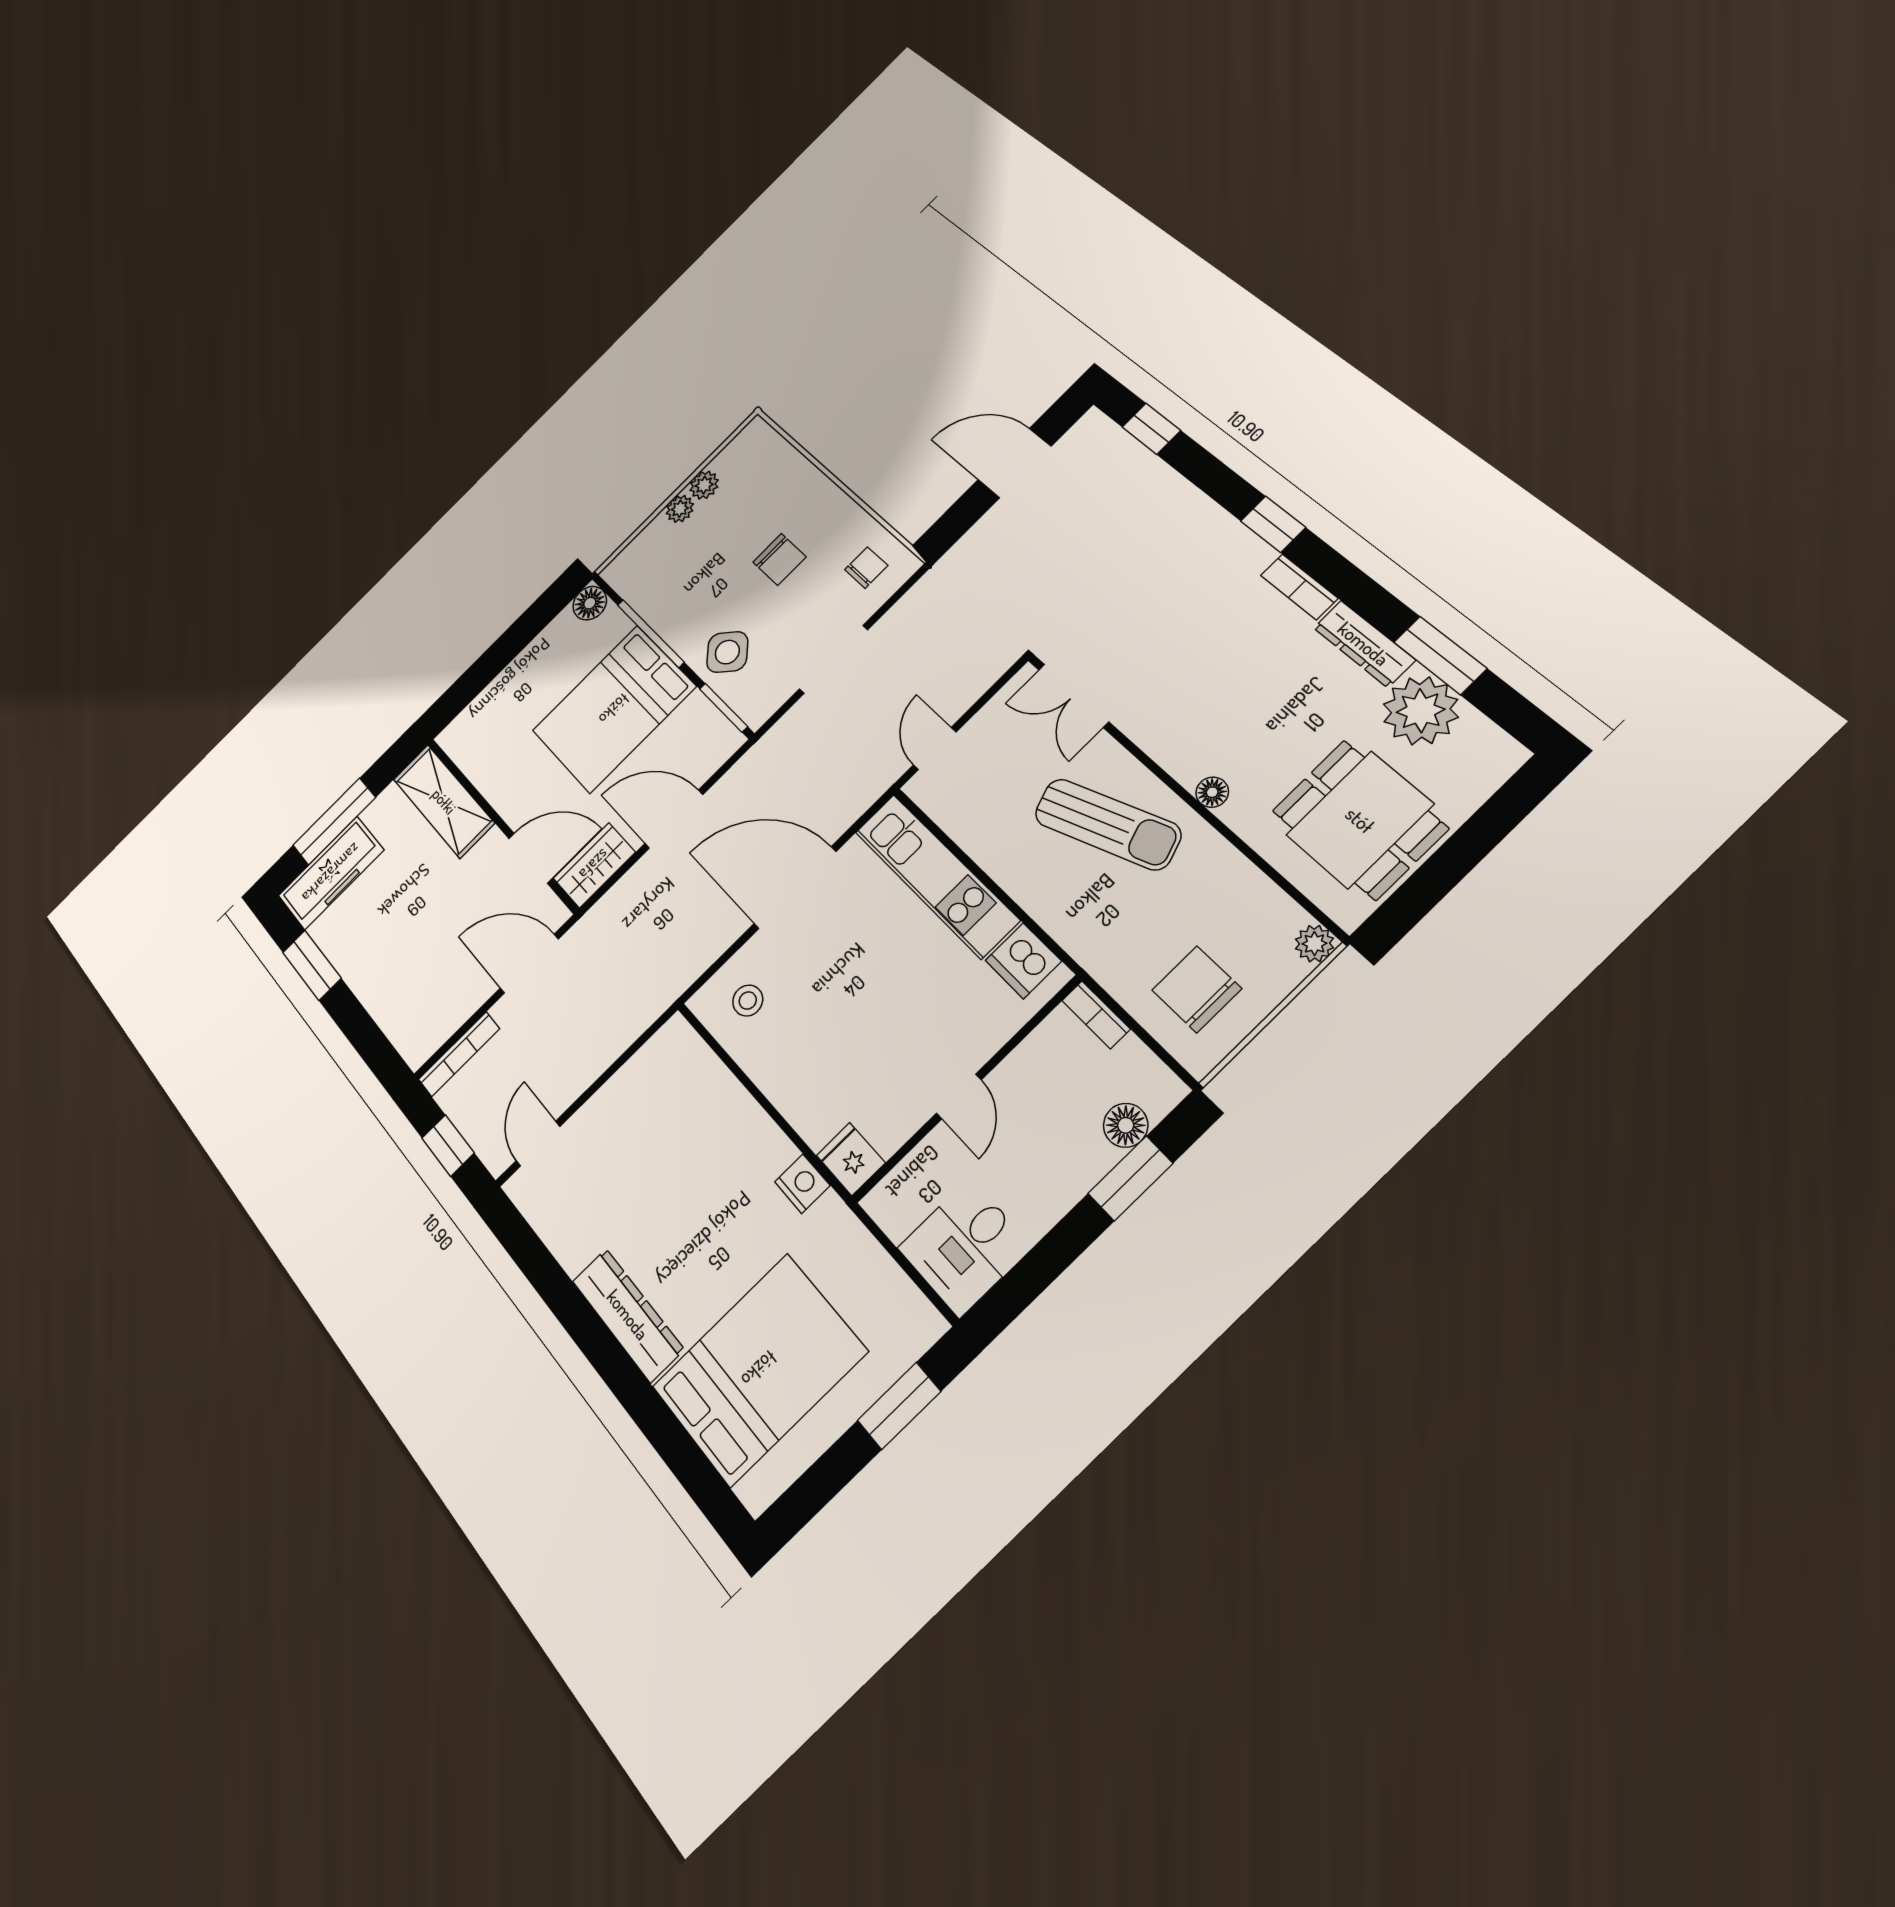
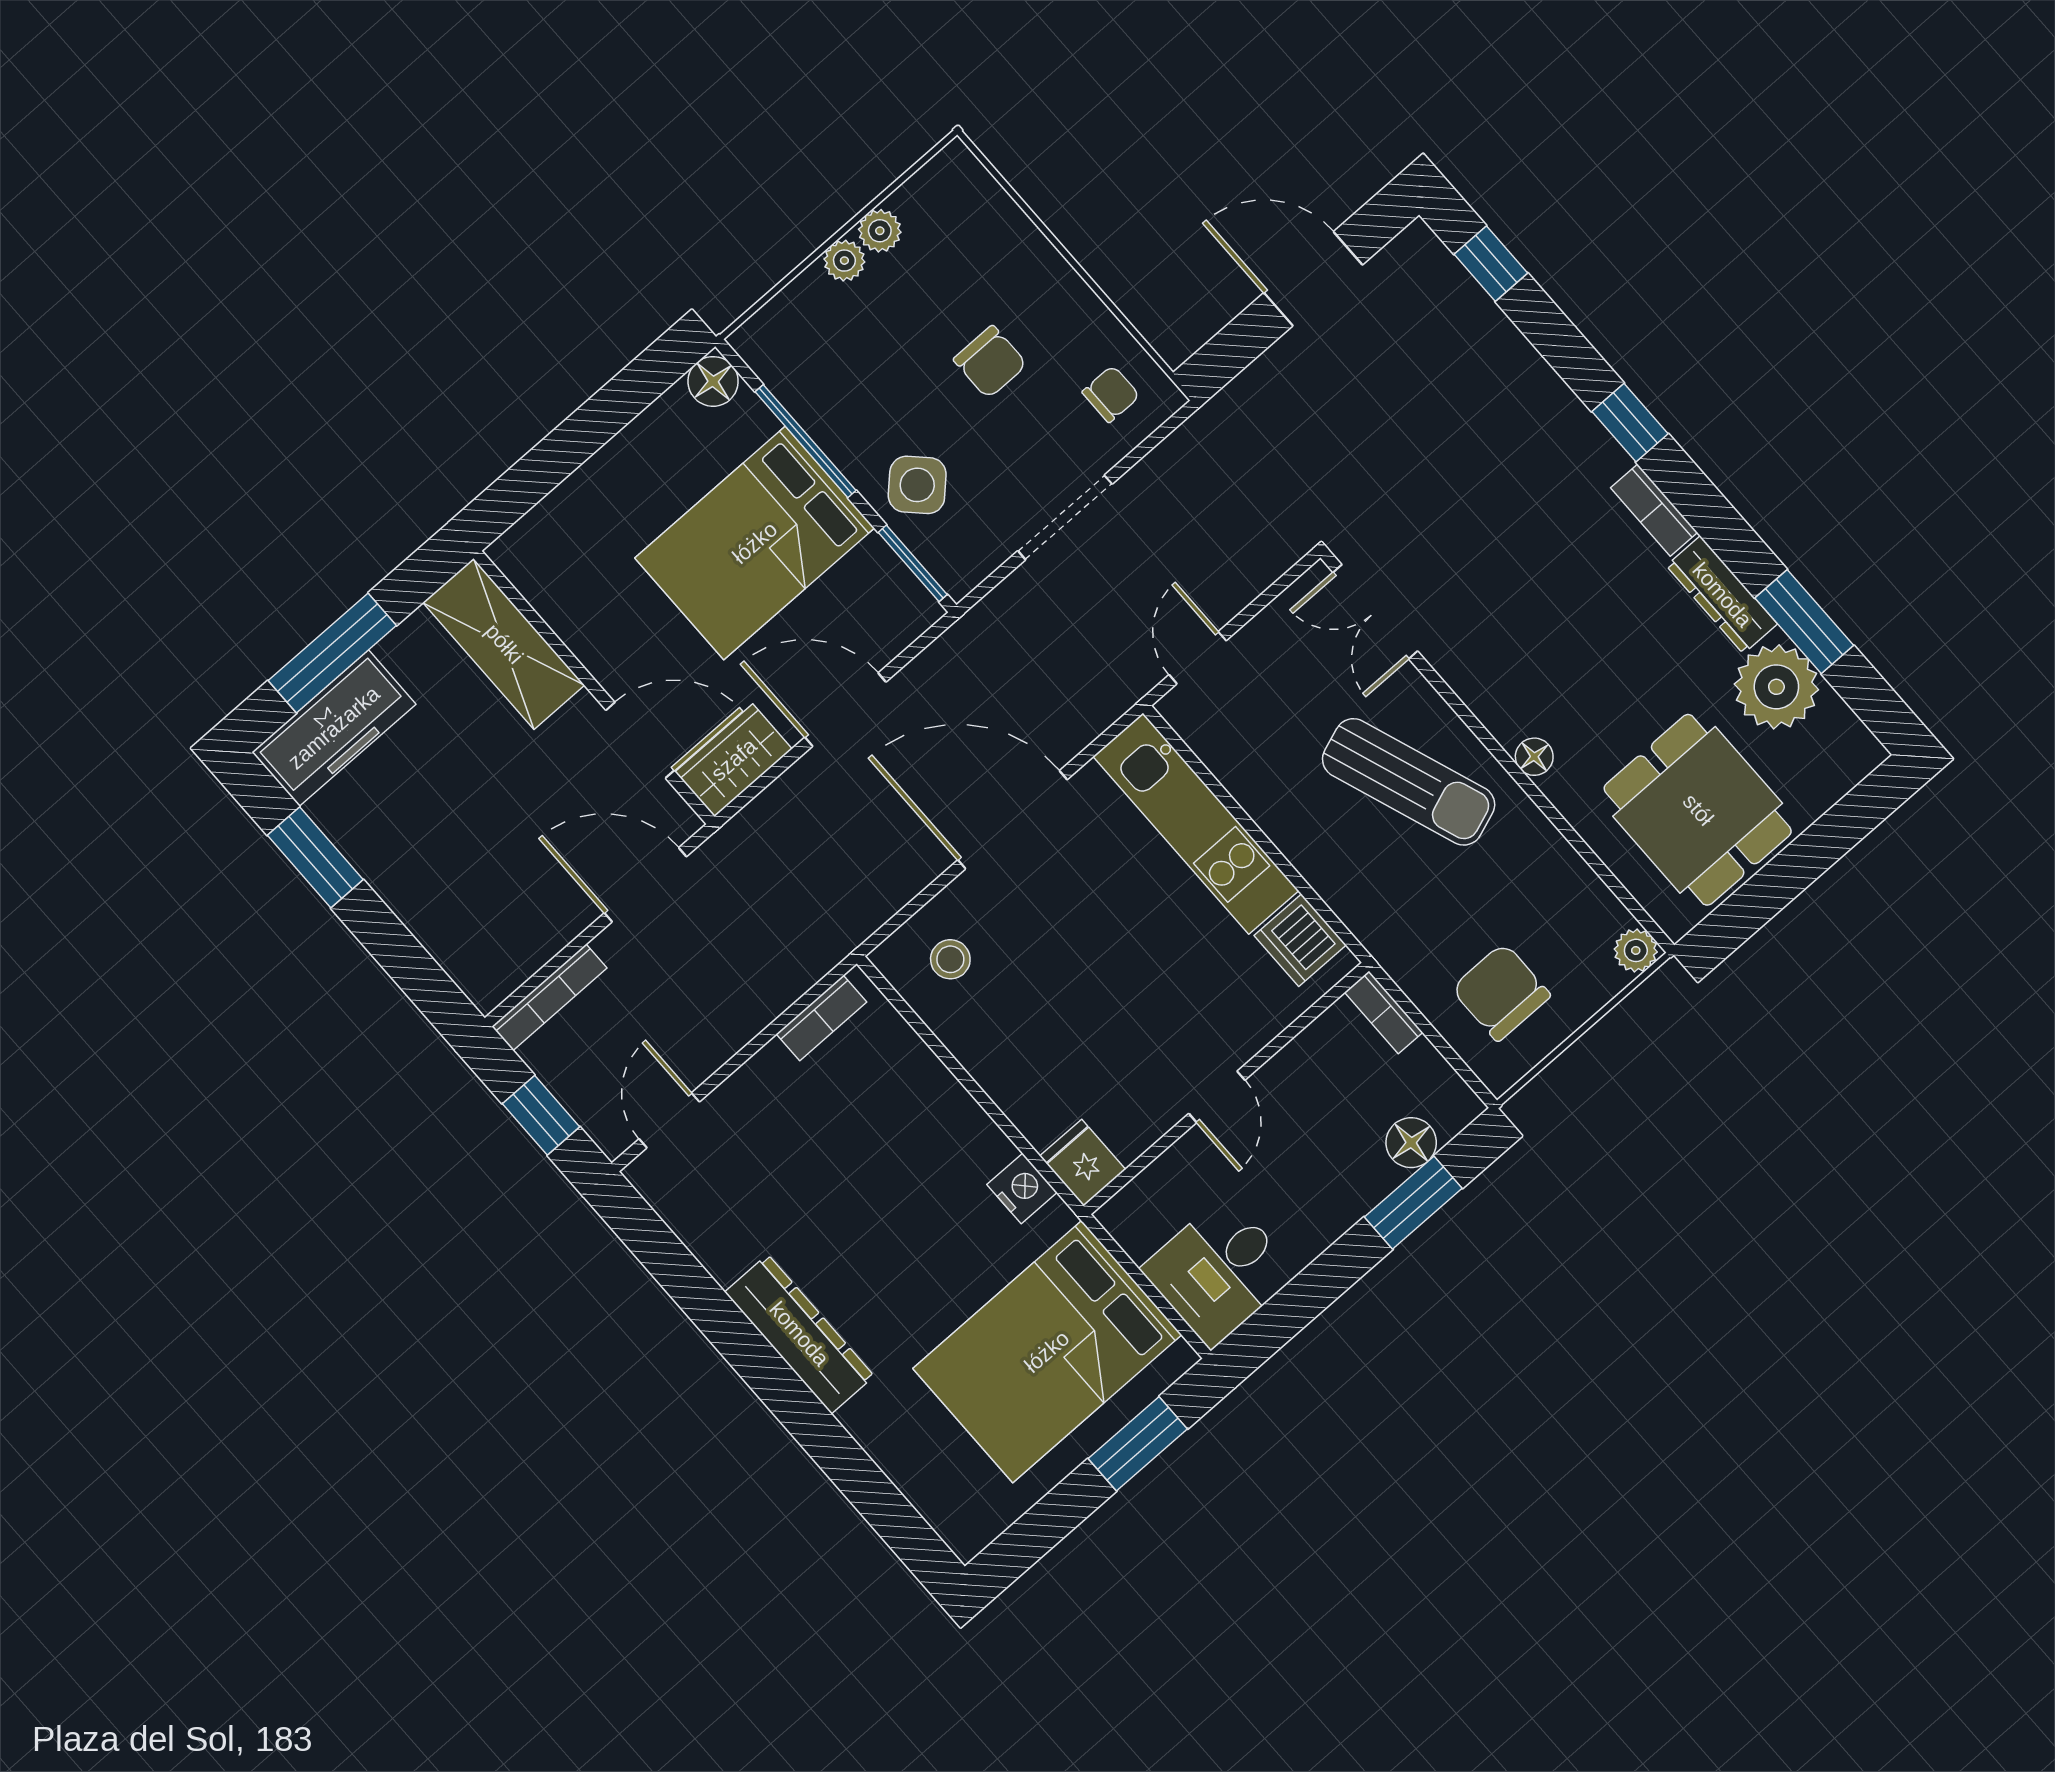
bookcase: (651, 1055) -> (821, 1018), added
bed: (759, 1369) -> (1047, 1352), moved, turned 180

